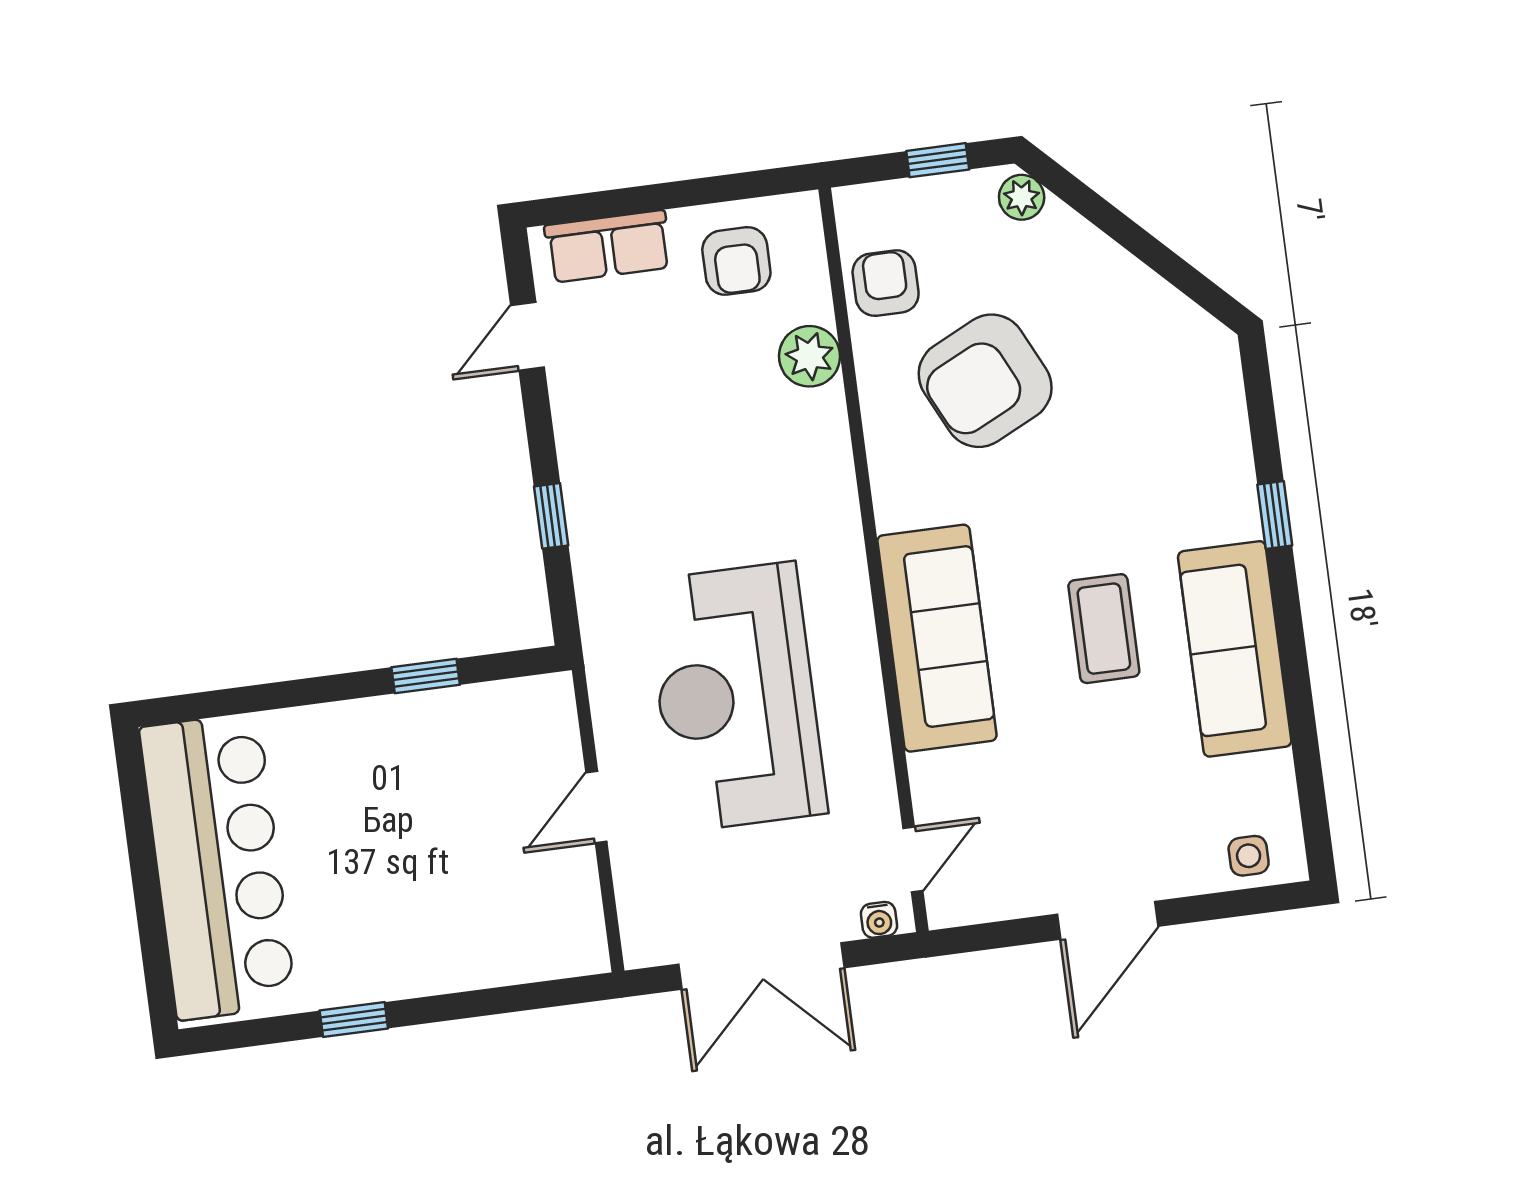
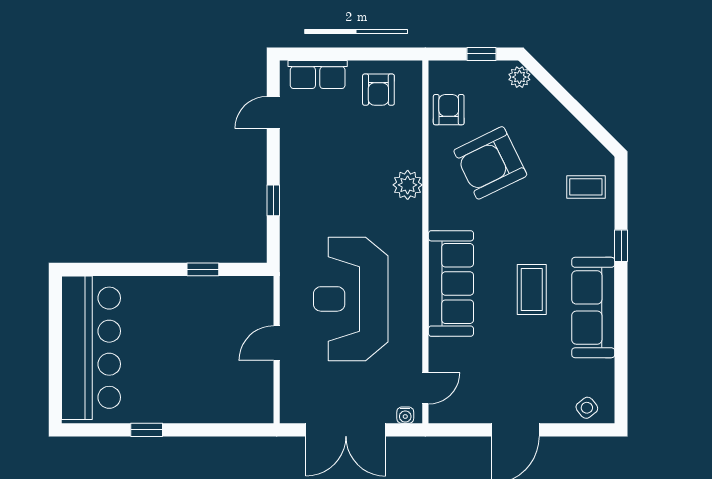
plant: (810, 356) -> (408, 185), moved
coffee table: (1187, 404) -> (586, 187), added
side table: (1249, 856) -> (587, 408), turned -38

